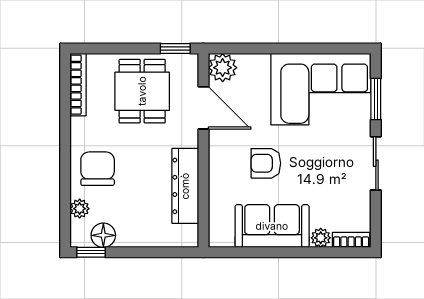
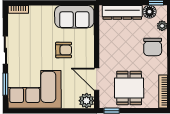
dresser: (185, 186) -> (122, 12), moved, turned 90
sofa: (272, 226) -> (74, 17), moved
plant: (321, 238) -> (34, 11), removed

